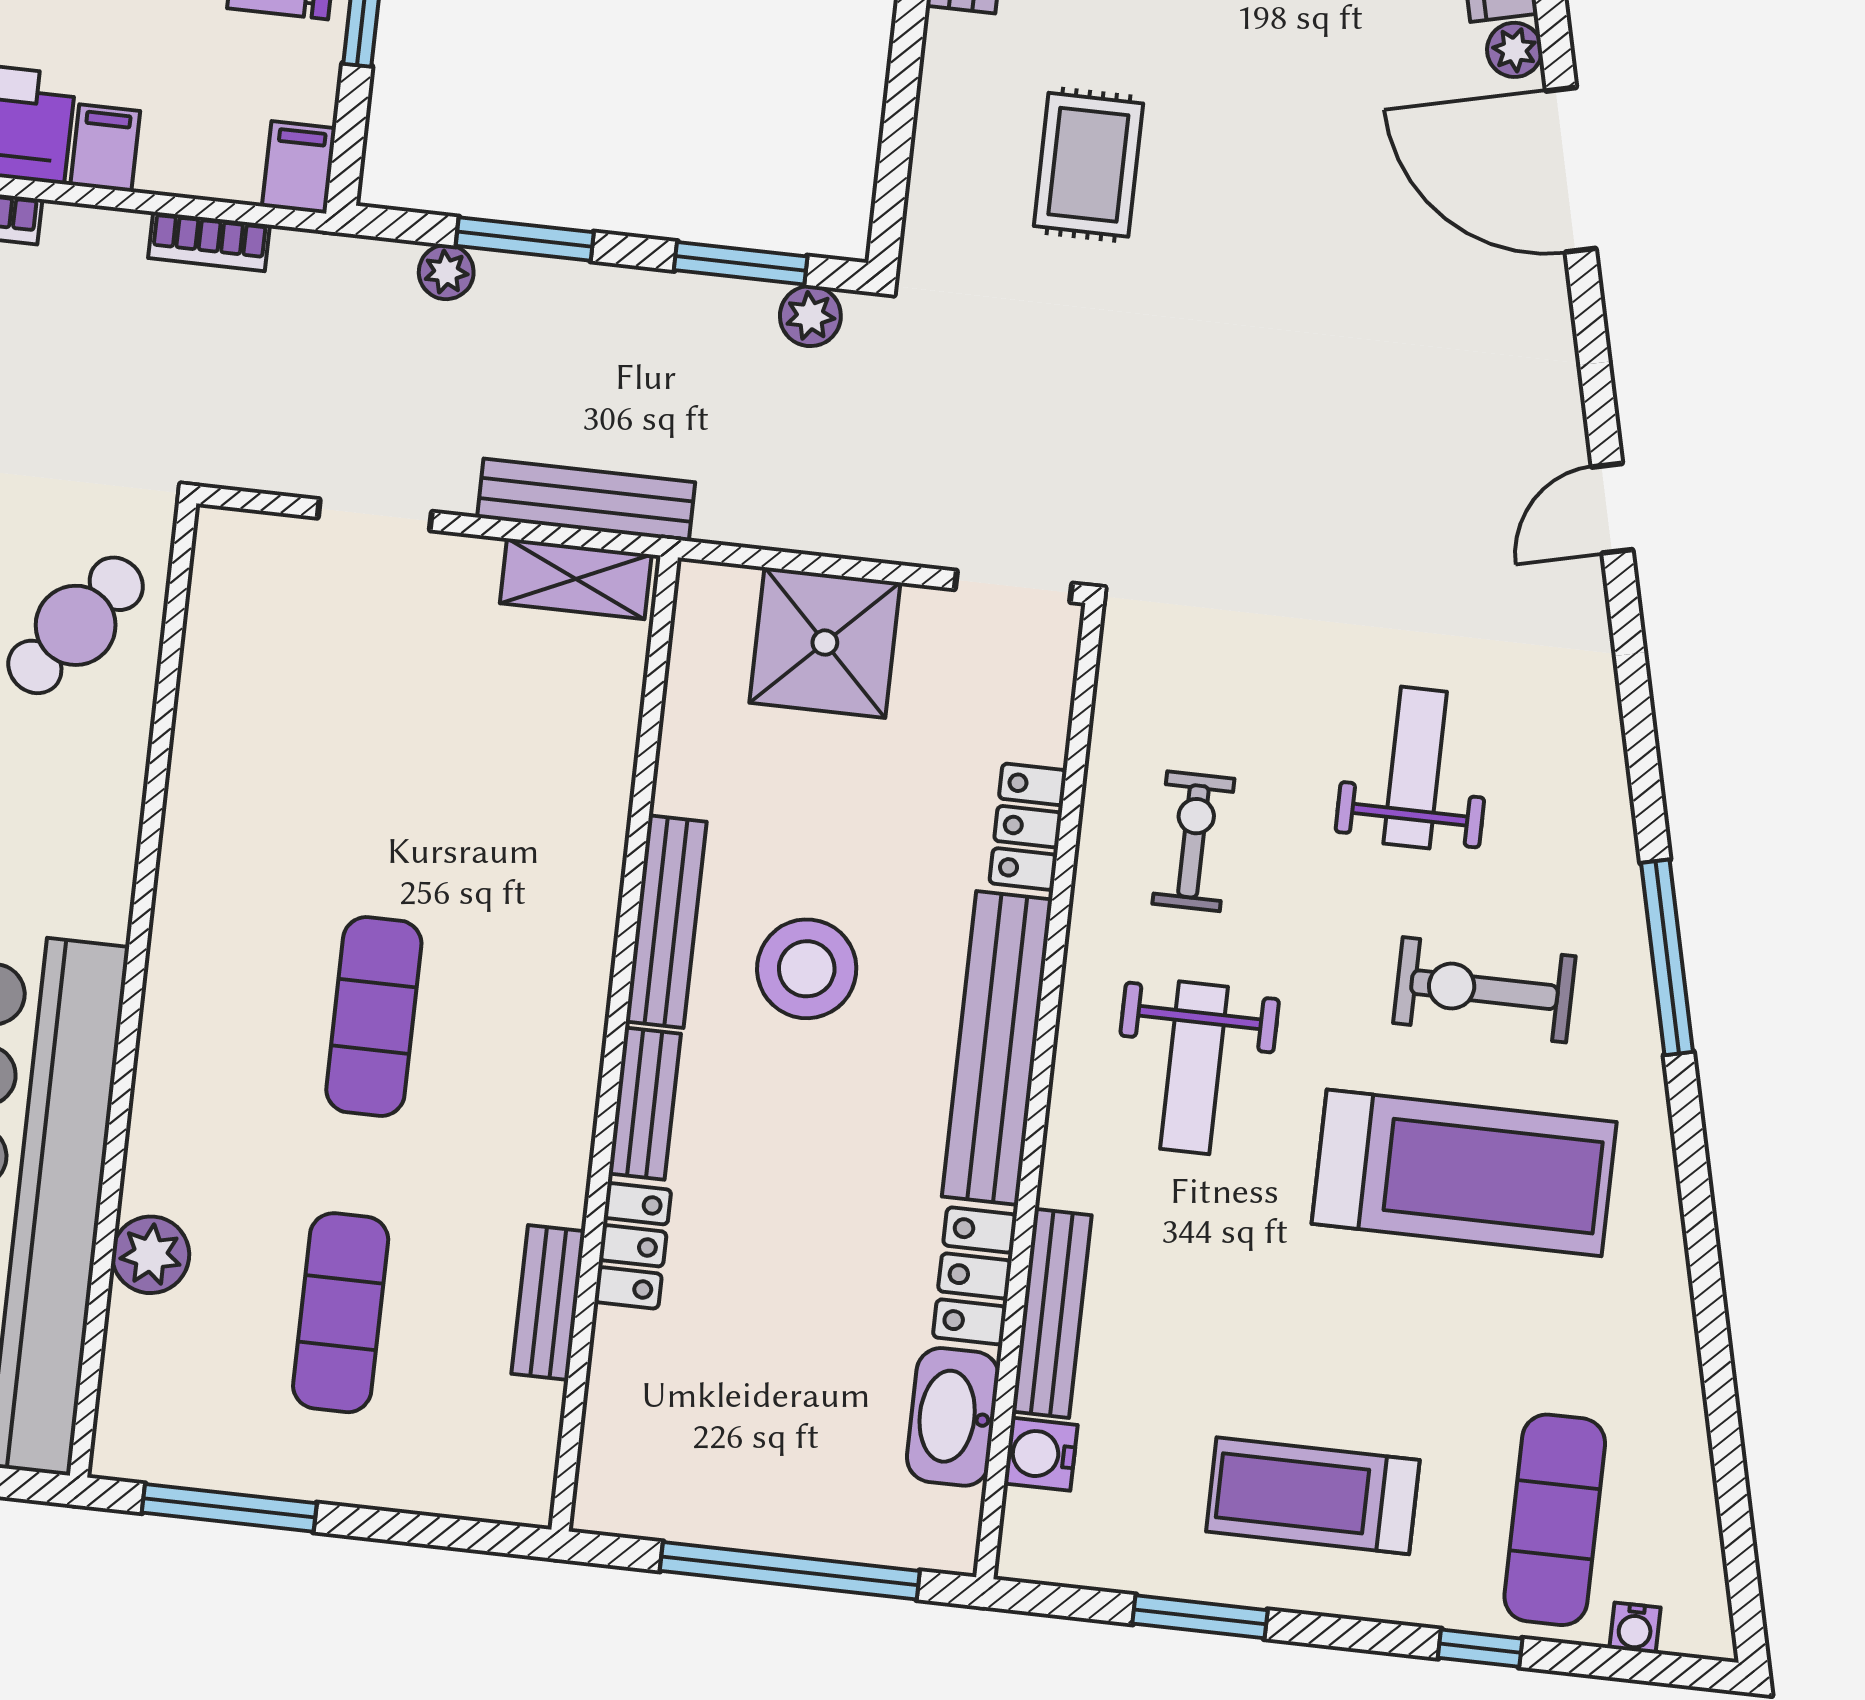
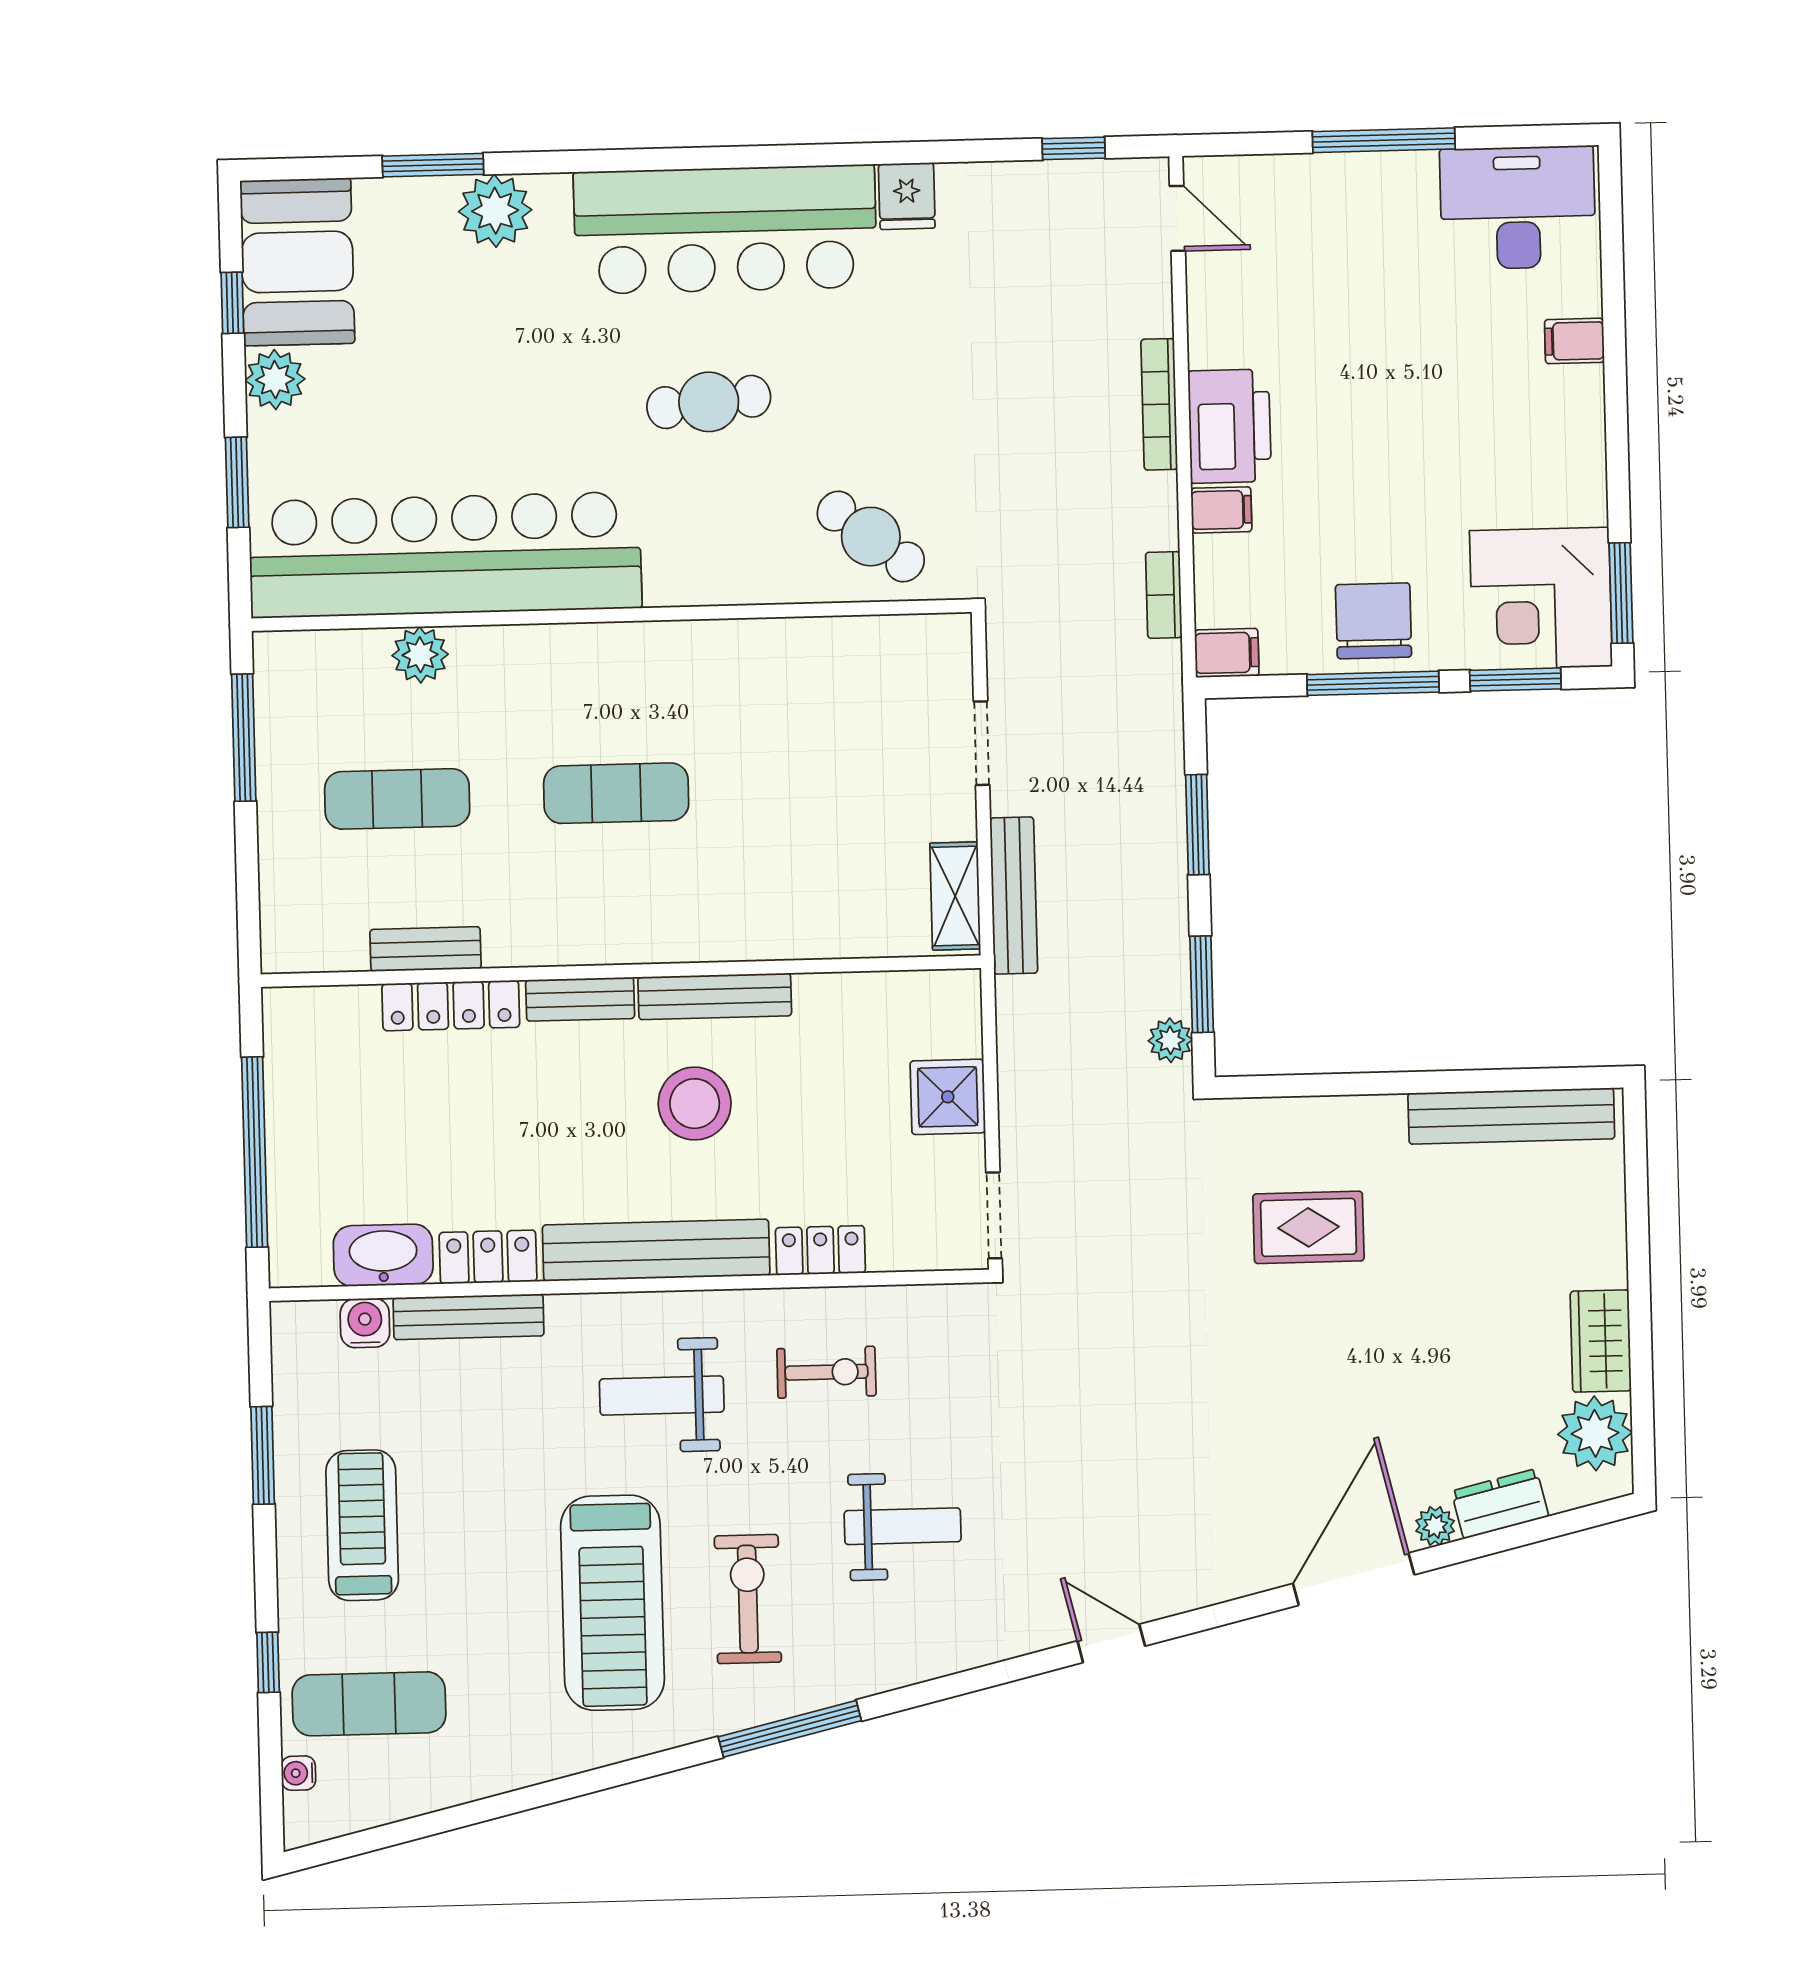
plant: (446, 272) -> (1165, 771), removed
shower: (825, 643) -> (948, 1097), width x0.73, depth x0.73
locker: (633, 1246) -> (451, 1006), width x1.53

